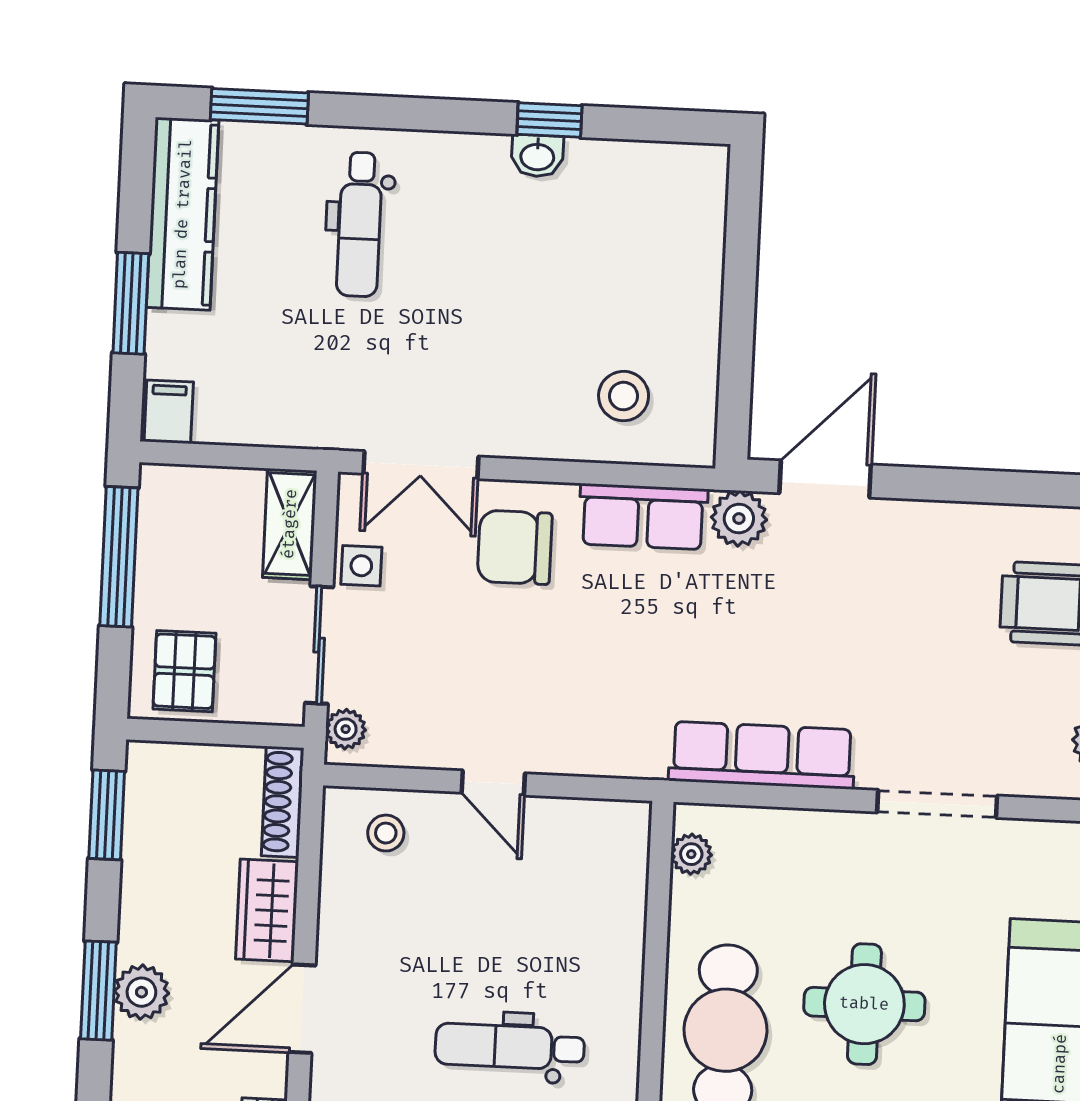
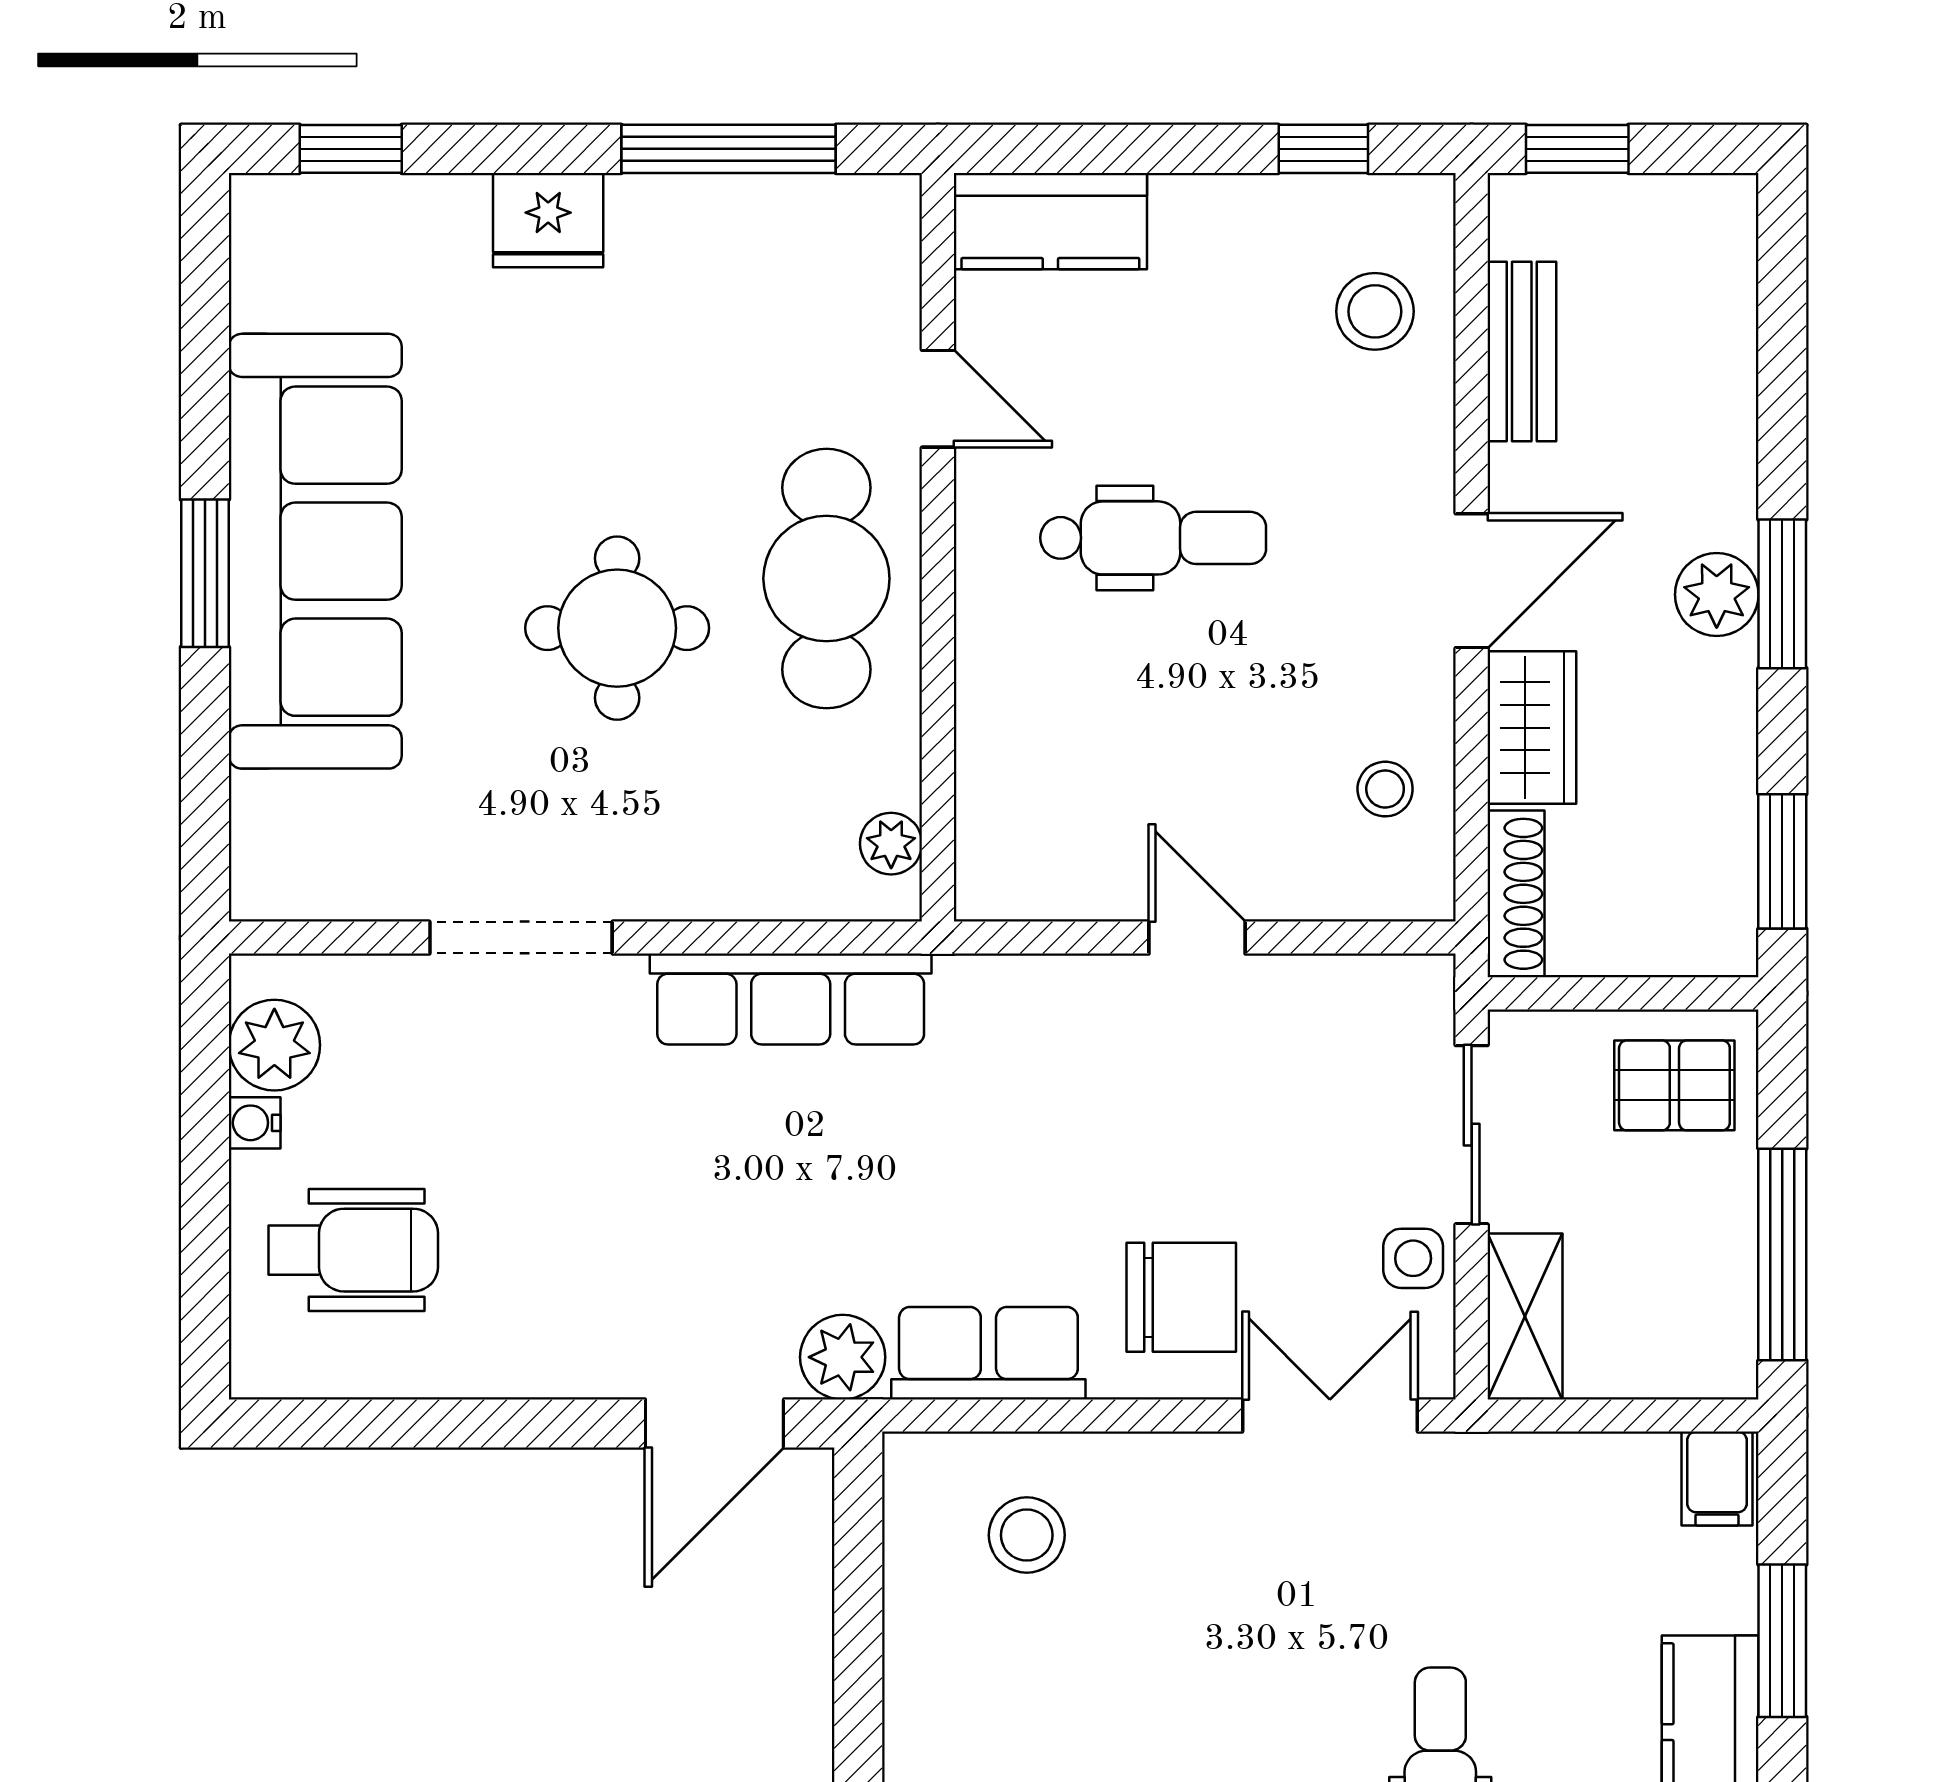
pallet: (184, 671) -> (1674, 1085), turned 90
plant: (346, 729) -> (1425, 1009), removed
stool: (386, 833) -> (1385, 789), moved

